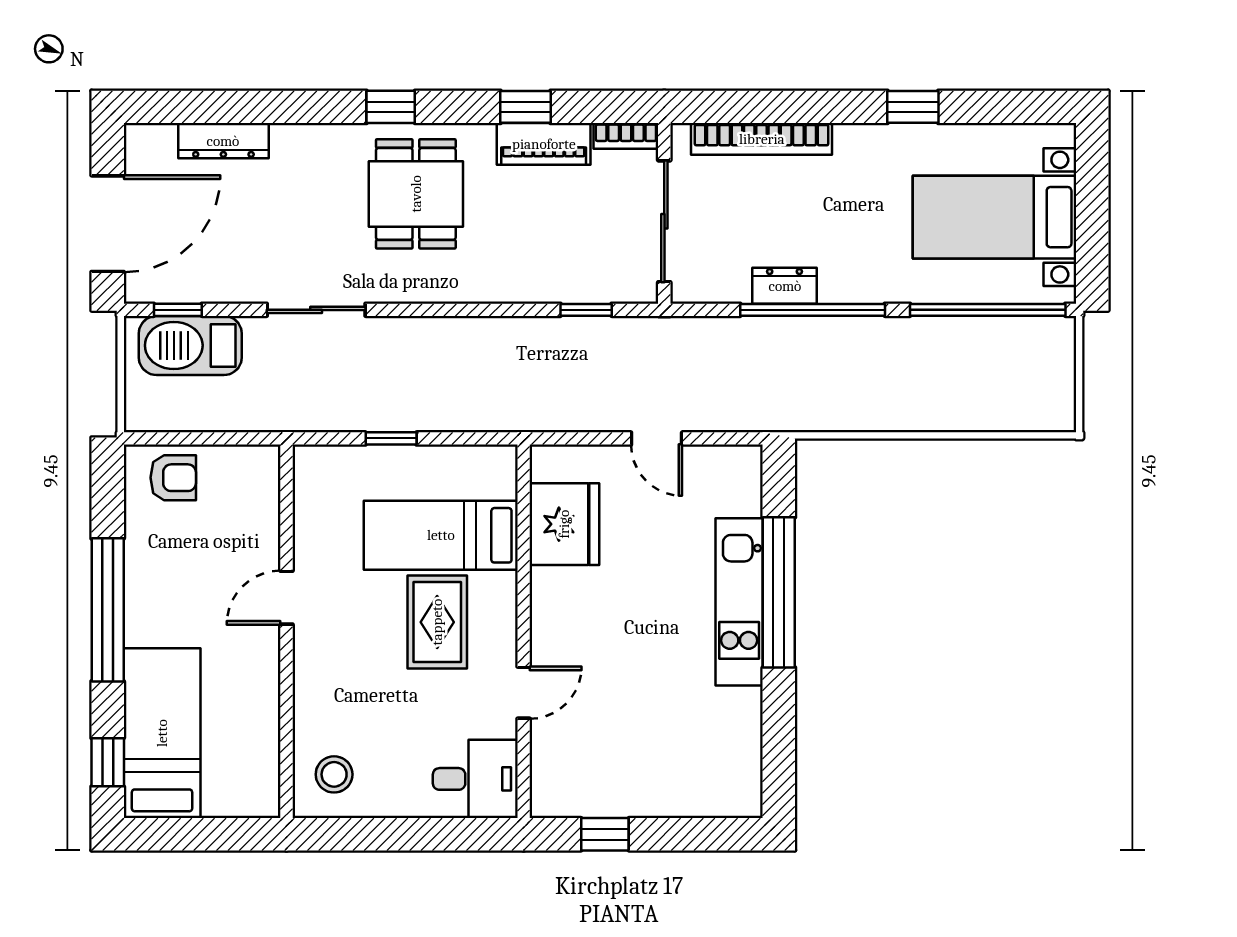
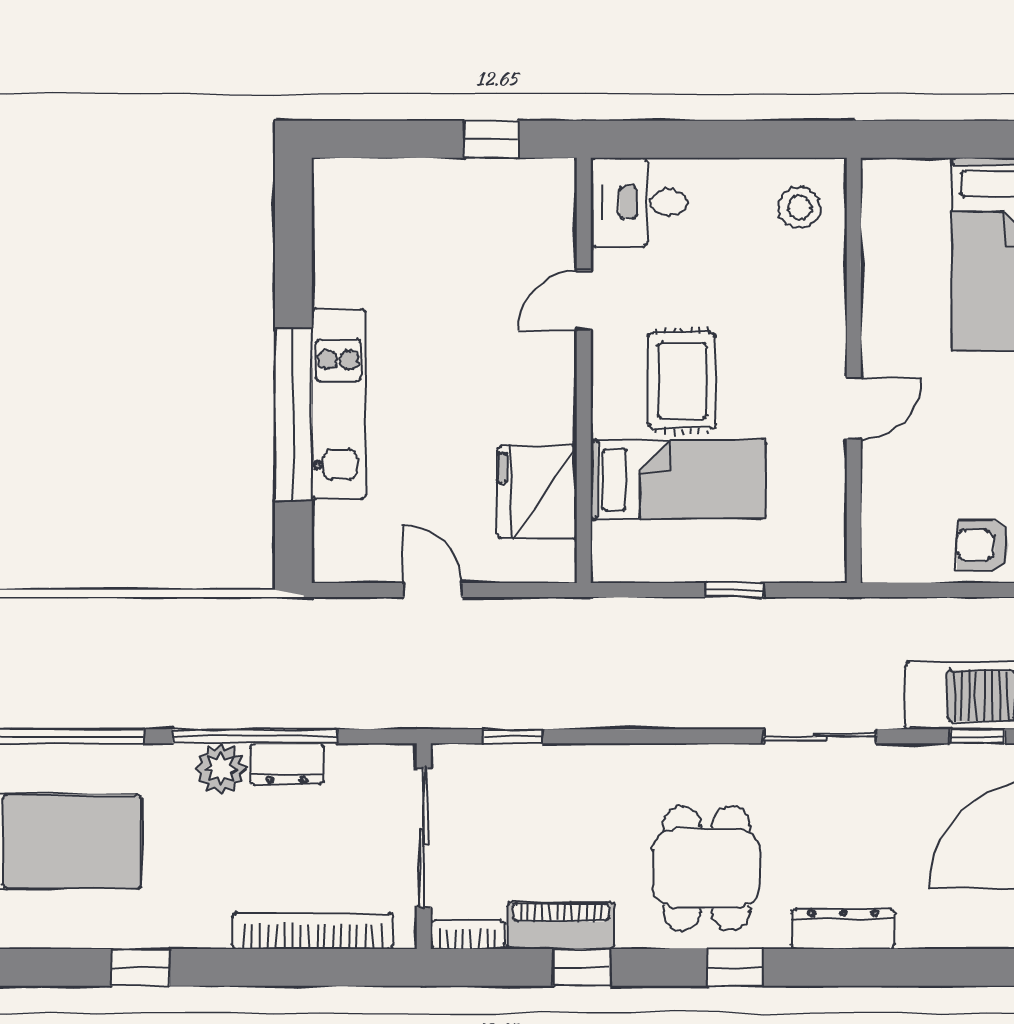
dresser: (223, 141) -> (843, 929), moved
plant: (842, 281) -> (221, 769), added

